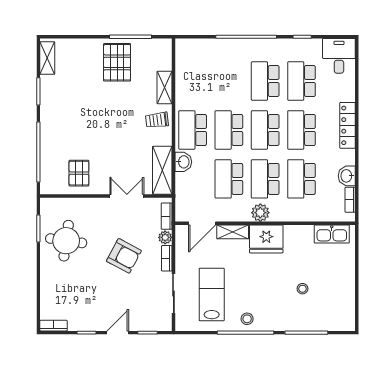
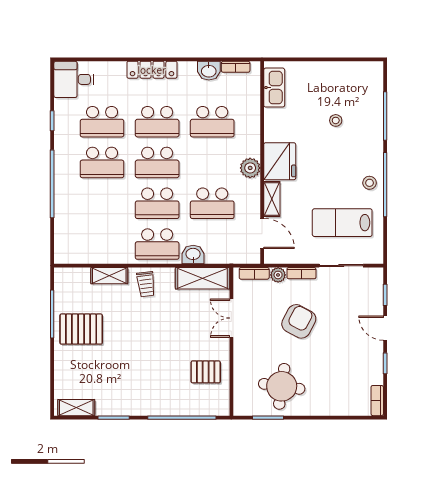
school desk: (265, 179) -> (212, 162), removed

